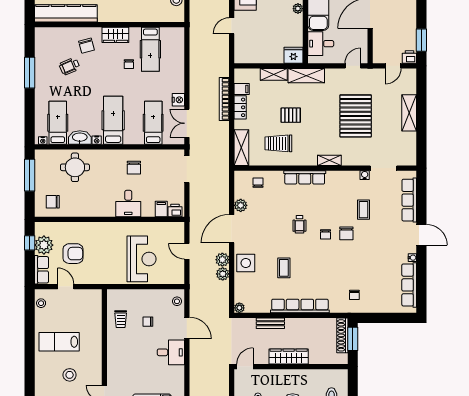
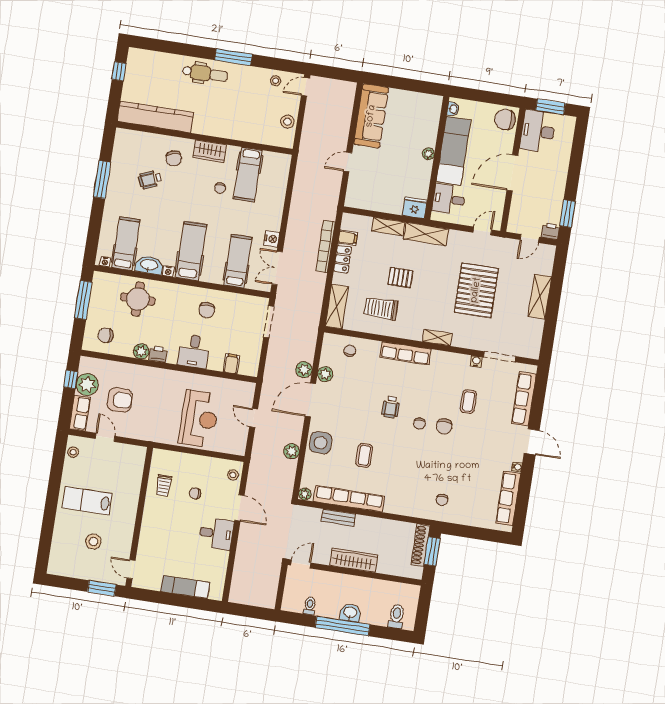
plant: (85, 210) -> (141, 351), added
printer: (175, 211) -> (158, 354), moved
plant: (222, 260) -> (304, 370), moved
row of seats: (300, 306) -> (349, 499), moved

